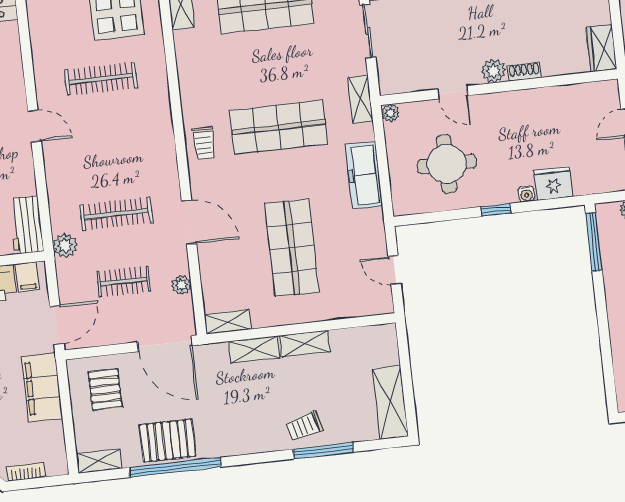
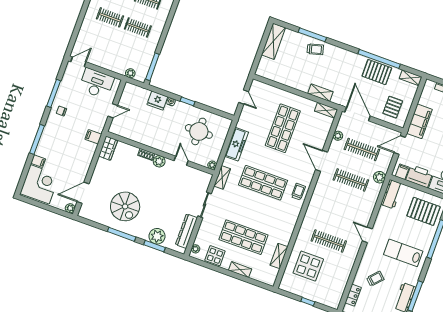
clothes rail: (124, 281) -> (362, 149), width x1.36
shelving: (305, 344) -> (298, 85), removed

